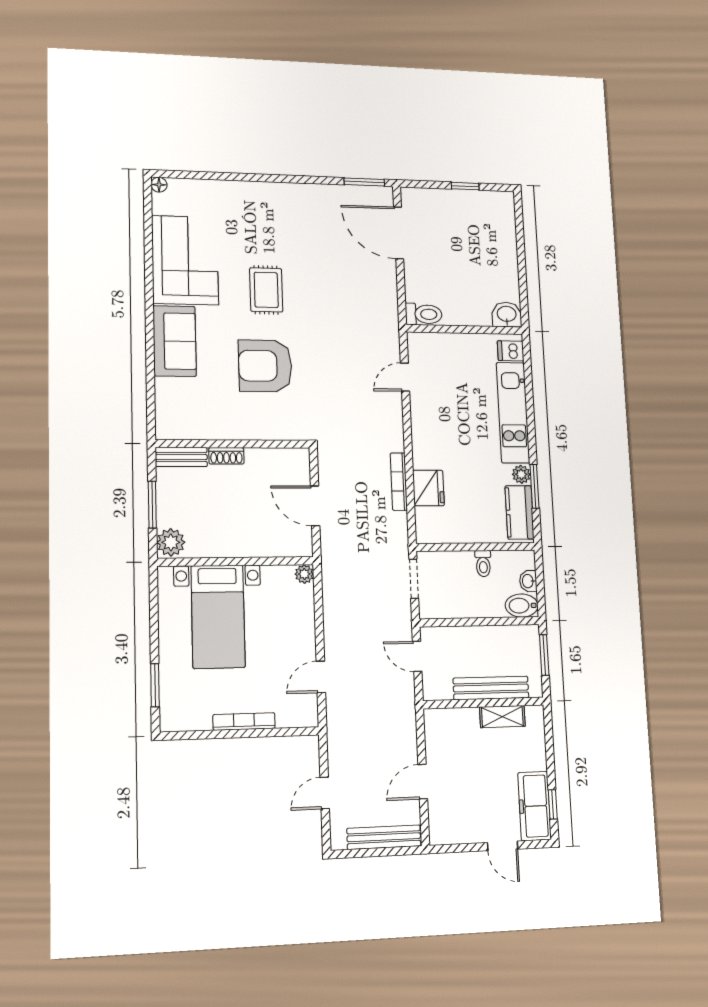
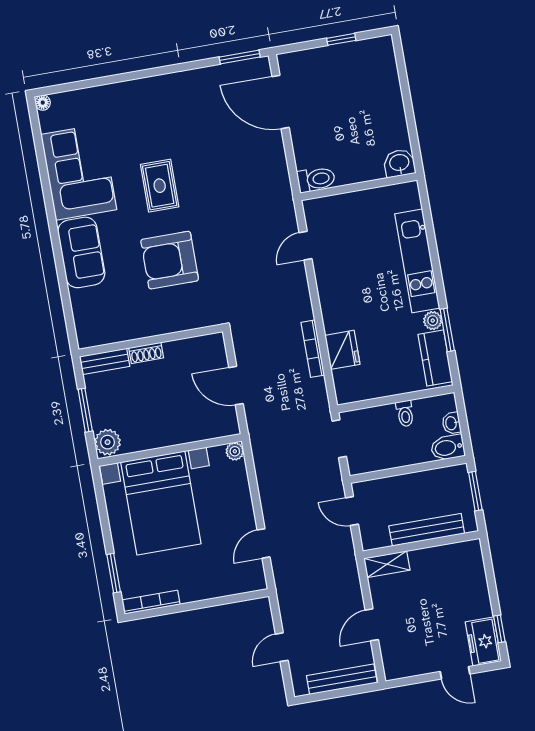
dishwasher: (511, 351) -> (408, 199), removed
bed with nightstands: (218, 617) -> (161, 503), width x1.36
shelving: (502, 717) -> (387, 564), moved
bookcase: (244, 721) -> (151, 602), moved
freezer: (535, 806) -> (483, 642), width x0.71

